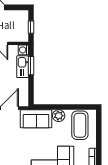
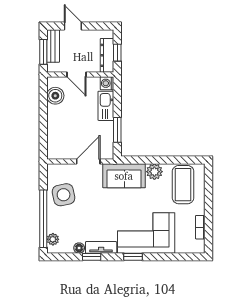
dresser: (23, 29) -> (107, 55), added
window: (31, 66) -> (117, 130), moved

